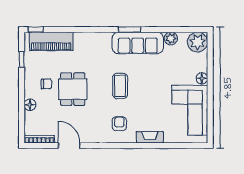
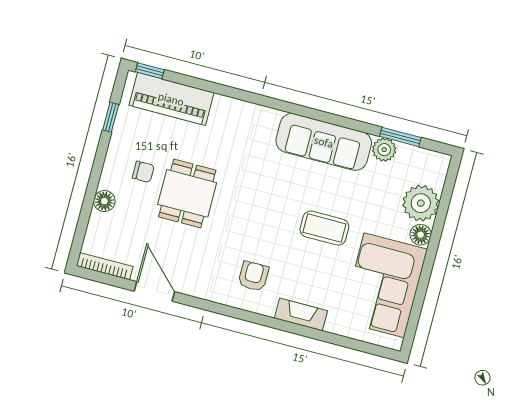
window: (130, 30) -> (400, 137), moved
plant: (198, 42) -> (421, 203), moved
coffee table: (120, 86) -> (324, 228), moved, turned 90

